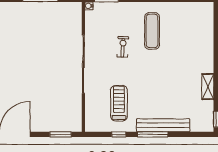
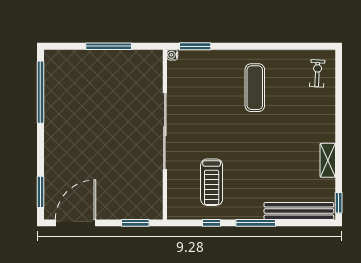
exercise bike: (123, 47) -> (317, 73), moved
treadmill: (119, 103) -> (212, 182), turned 180
bench: (163, 125) -> (299, 211), moved

